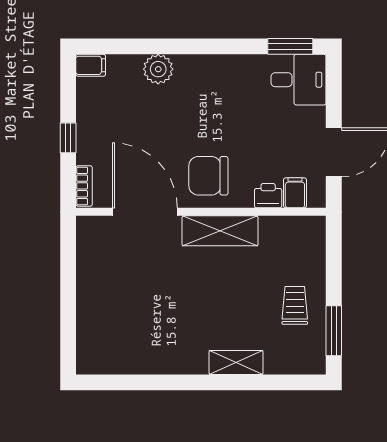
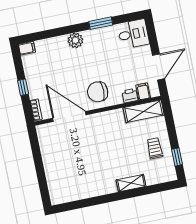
window: (290, 46) -> (101, 23), moved
plant: (158, 69) -> (75, 40), moved
shelving: (220, 231) -> (144, 111), moved
window: (334, 331) -> (177, 157), width x0.67

